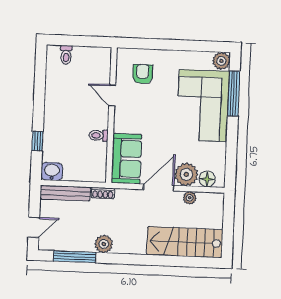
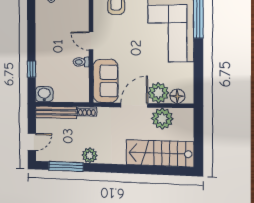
door: (112, 95) -> (91, 41), moved
plant: (190, 198) -> (162, 119), width x1.88, depth x1.88

